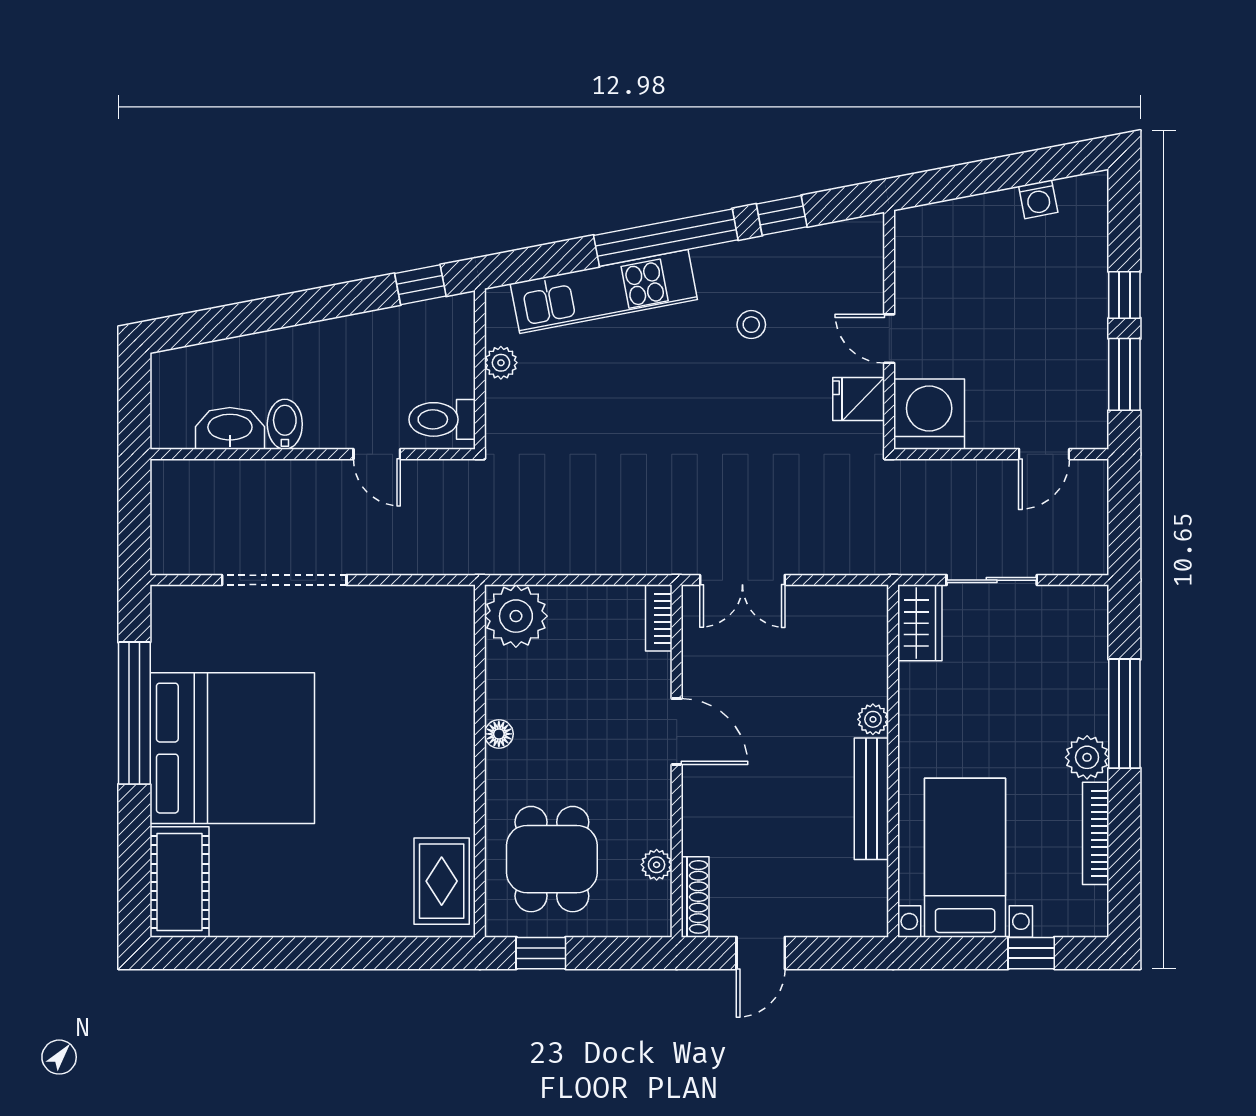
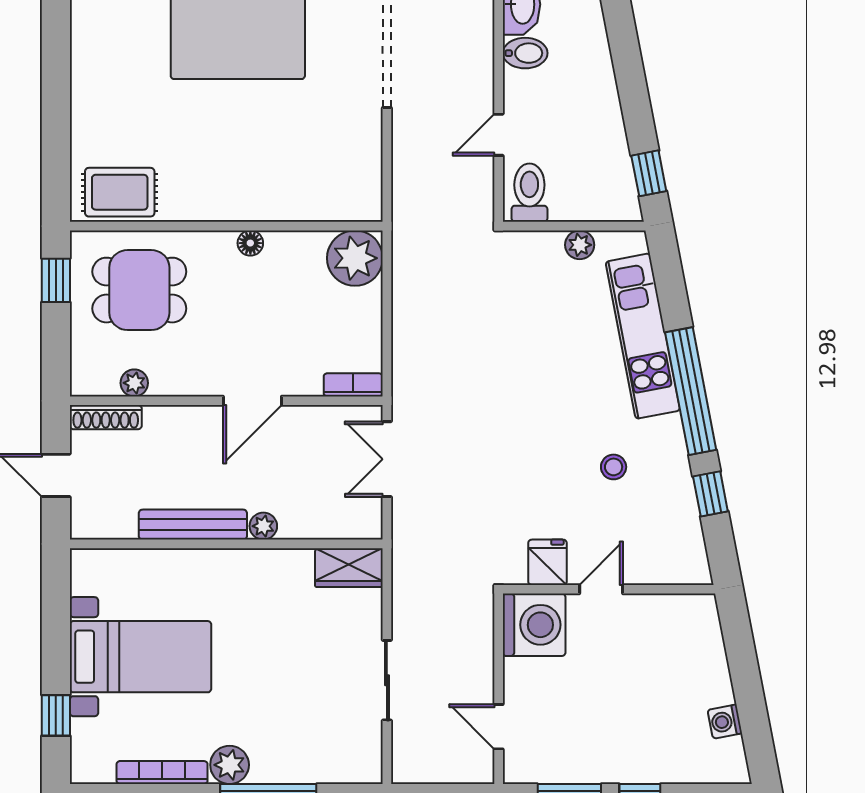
wardrobe: (920, 623) -> (349, 568), moved
plant: (873, 719) -> (263, 526), moved
wall: (893, 761) -> (226, 544), moved
bench: (871, 799) -> (193, 525), moved

